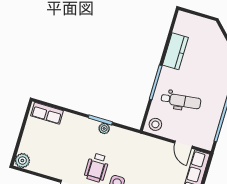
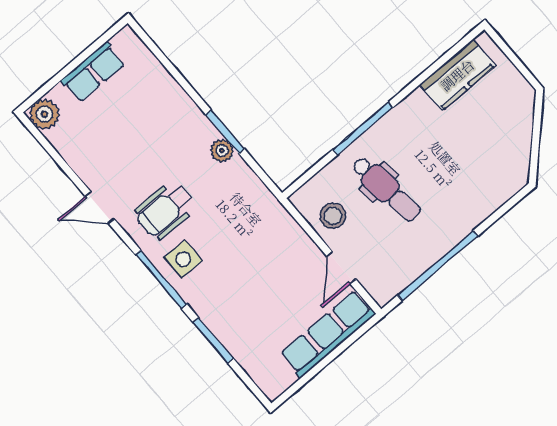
kitchen counter: (175, 51) -> (457, 75), moved
row of seats: (47, 113) -> (93, 72), moved, turned -90
stool: (155, 124) -> (333, 216), moved

